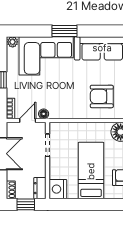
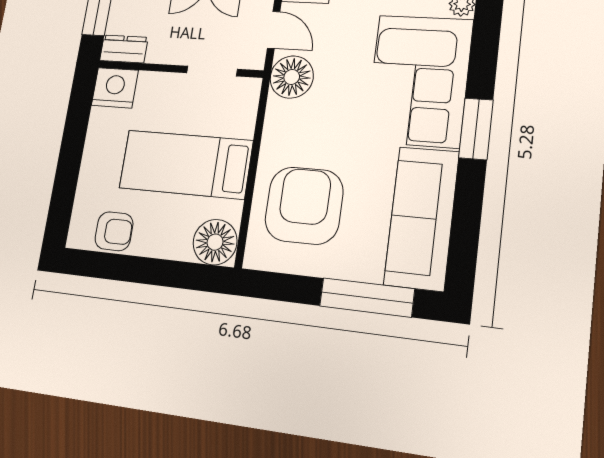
armchair: (102, 96) -> (304, 205), width x1.36, depth x1.36
floor lamp: (44, 114) -> (292, 77), width x1.89, depth x1.89
bed: (91, 171) -> (185, 164), moved, turned 180

